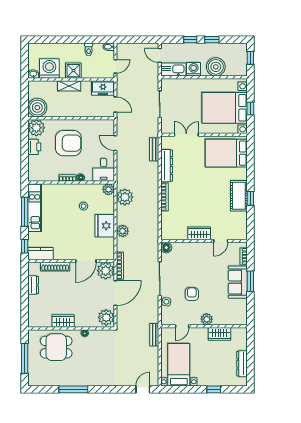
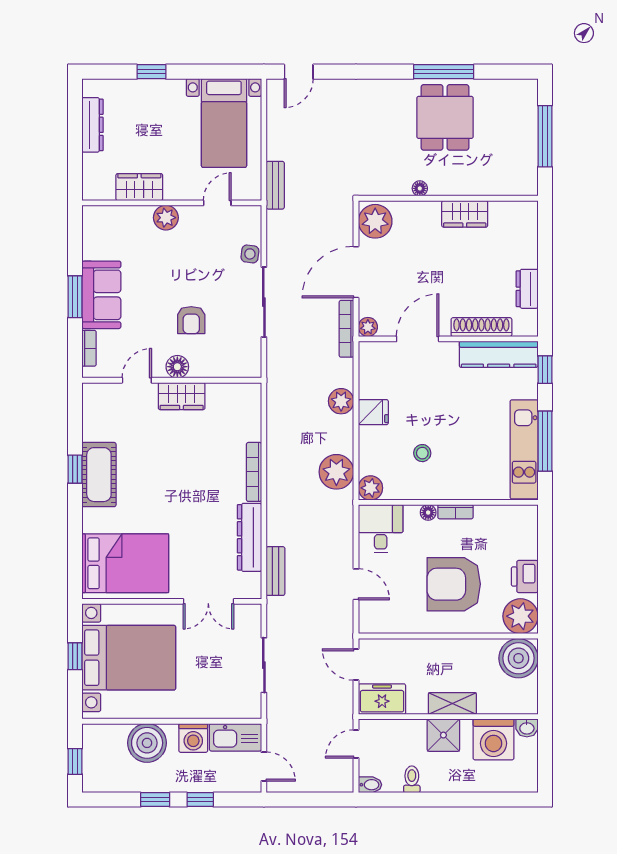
fridge: (105, 226) -> (373, 412), width x0.53, depth x0.75
floor lamp: (166, 248) -> (177, 367), moved
kitchen counter: (41, 254) -> (499, 354), width x1.50
plant: (106, 271) -> (368, 327), width x0.53, depth x0.53
armchair: (192, 294) -> (191, 320), moved
dining table: (56, 347) -> (445, 117), moved, turned 90

